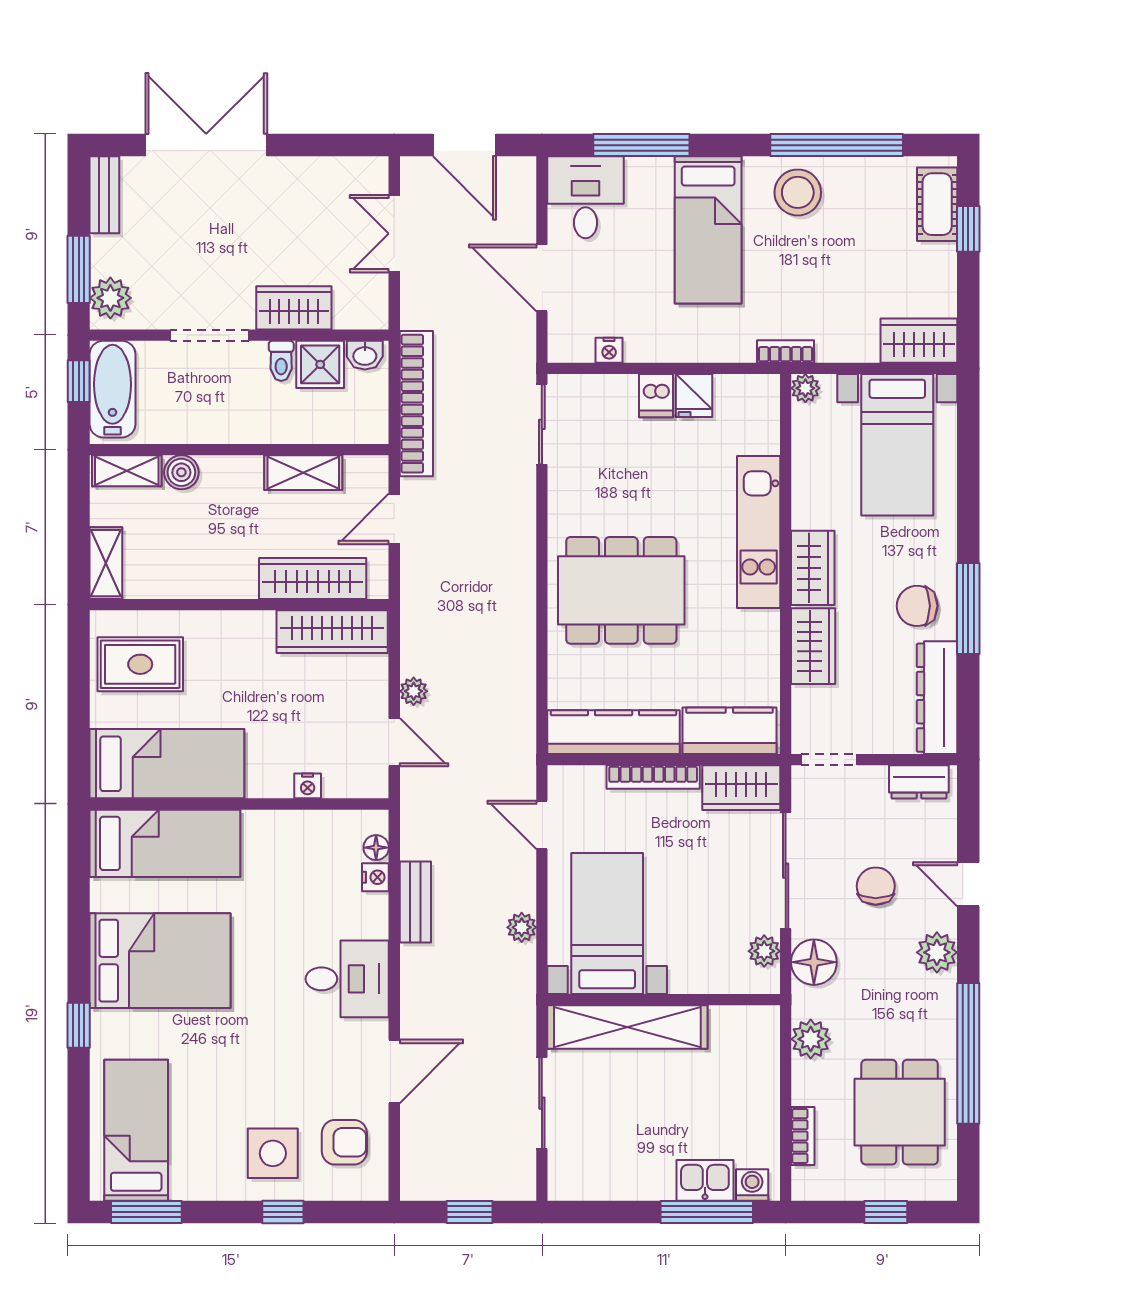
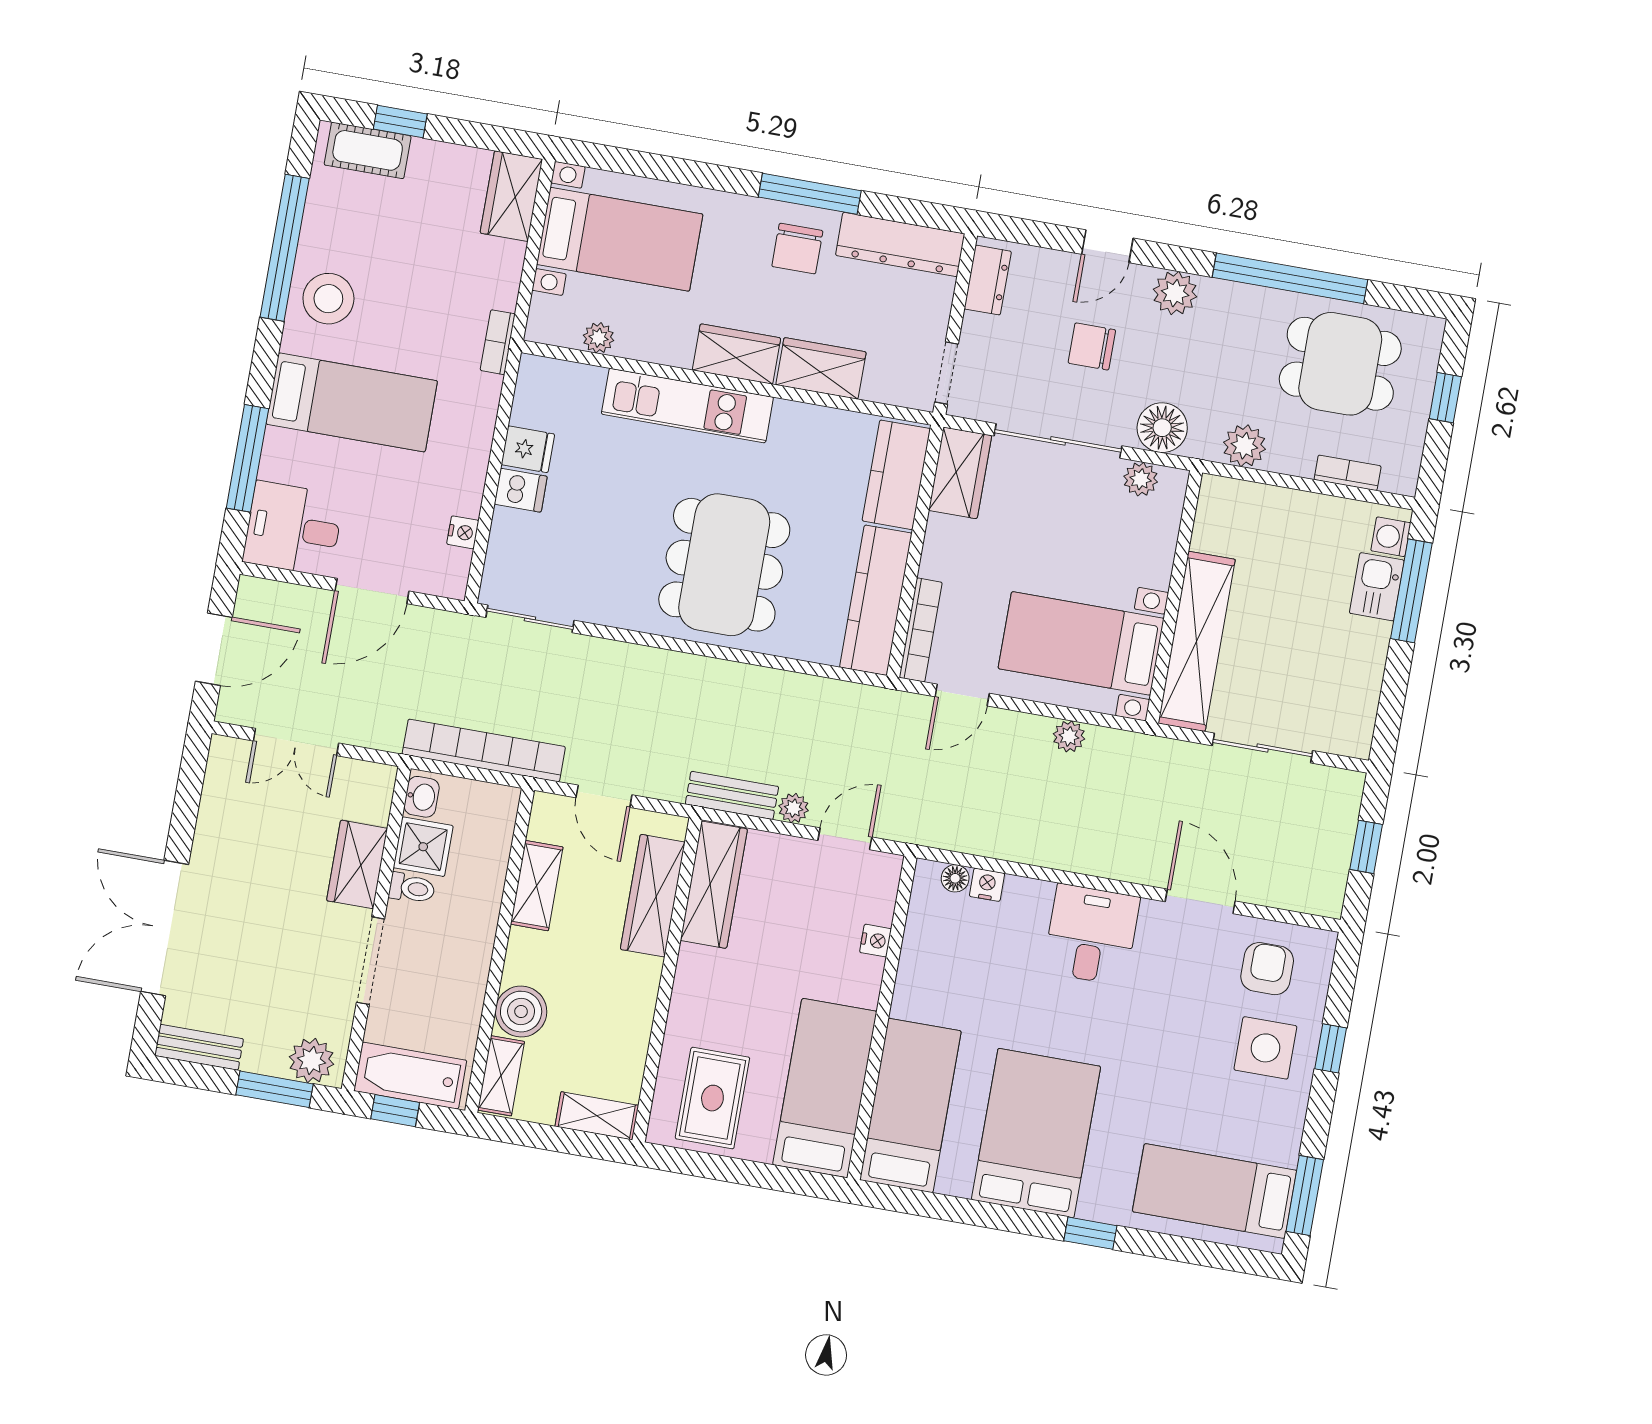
plant: (805, 388) -> (599, 338), moved
boiler: (181, 472) -> (521, 1012), width x1.36, depth x1.36
bookcase: (653, 777) -> (921, 630), moved
bench: (415, 902) -> (732, 795), moved

